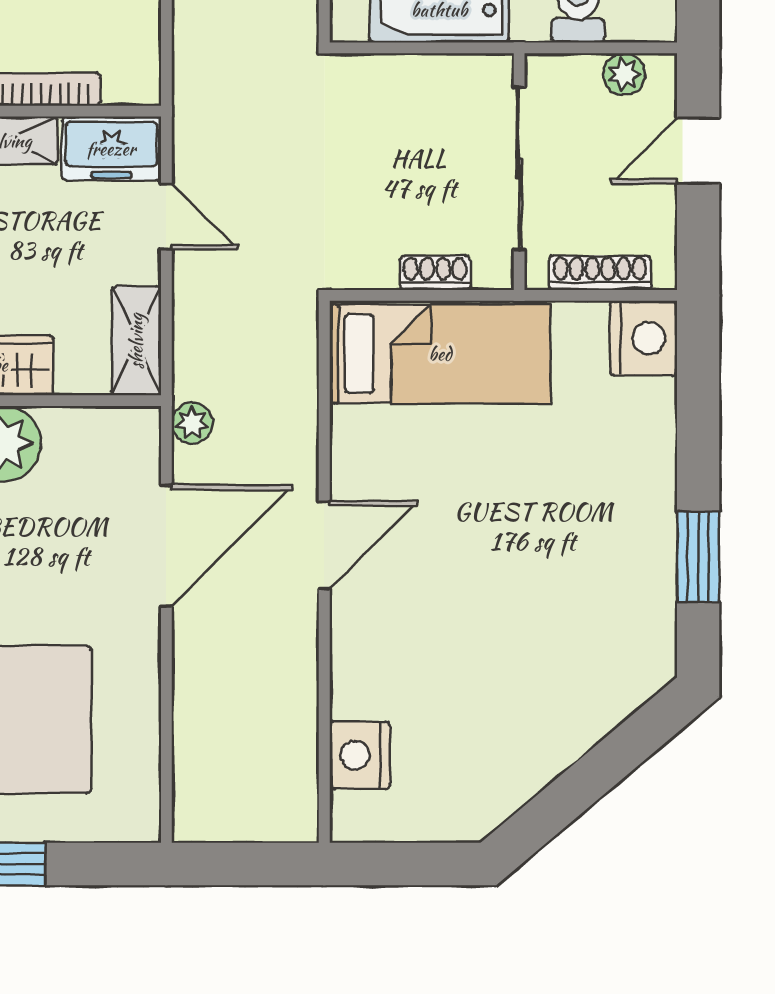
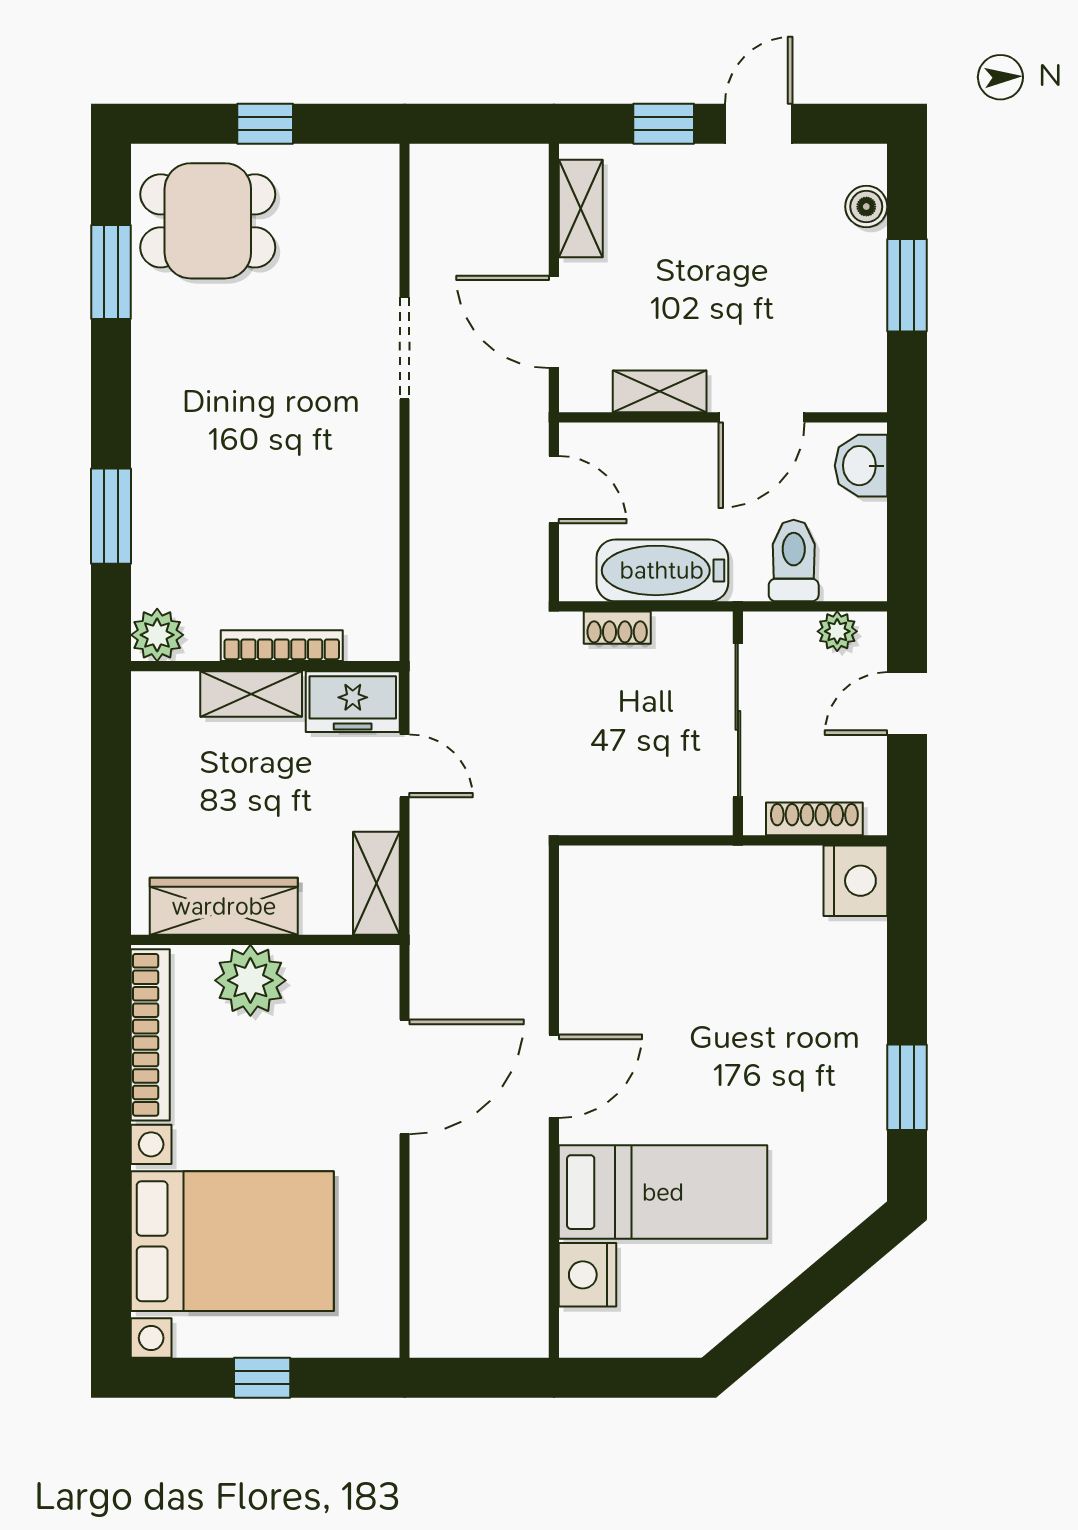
shoe rack: (435, 273) -> (617, 628), moved, turned 180
bed: (440, 354) -> (663, 1192), moved
plant: (192, 423) -> (429, 961), removed

